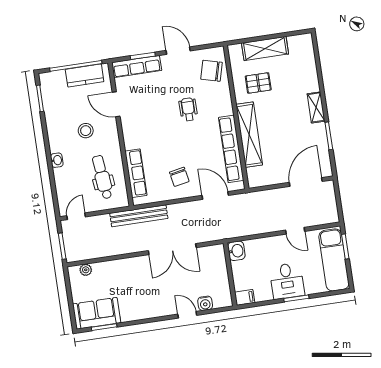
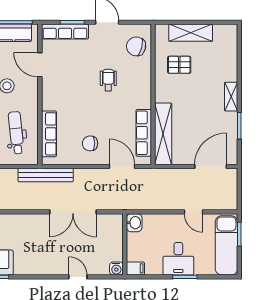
shelving: (249, 135) -> (163, 134), moved
row of seats: (231, 149) -> (144, 133), width x0.73
chair: (179, 177) -> (90, 143), turned 101
water cooler: (205, 303) -> (116, 268), moved

